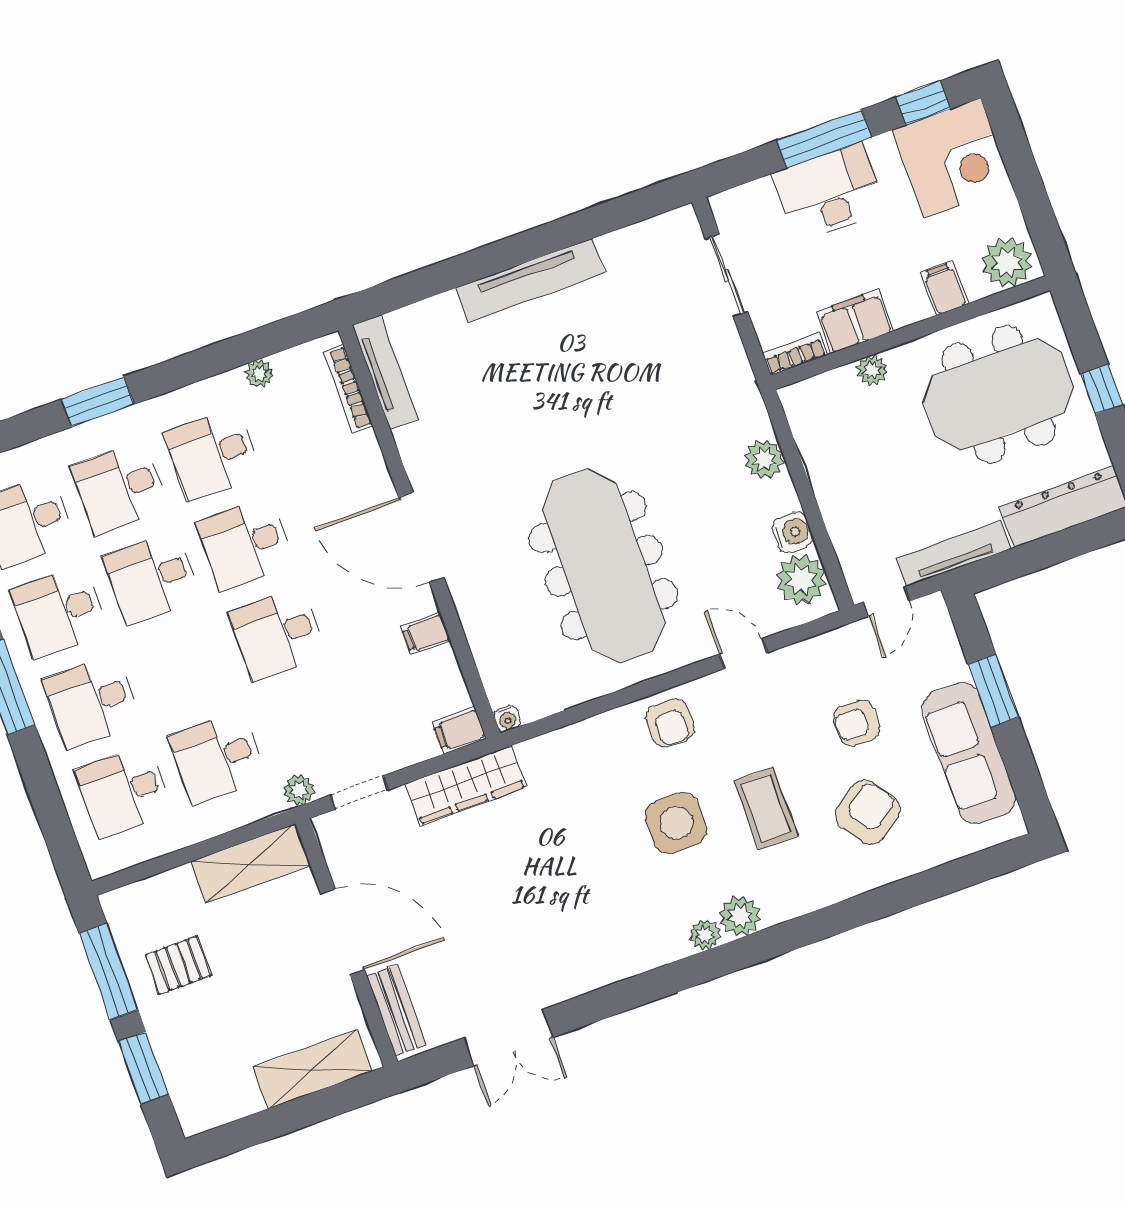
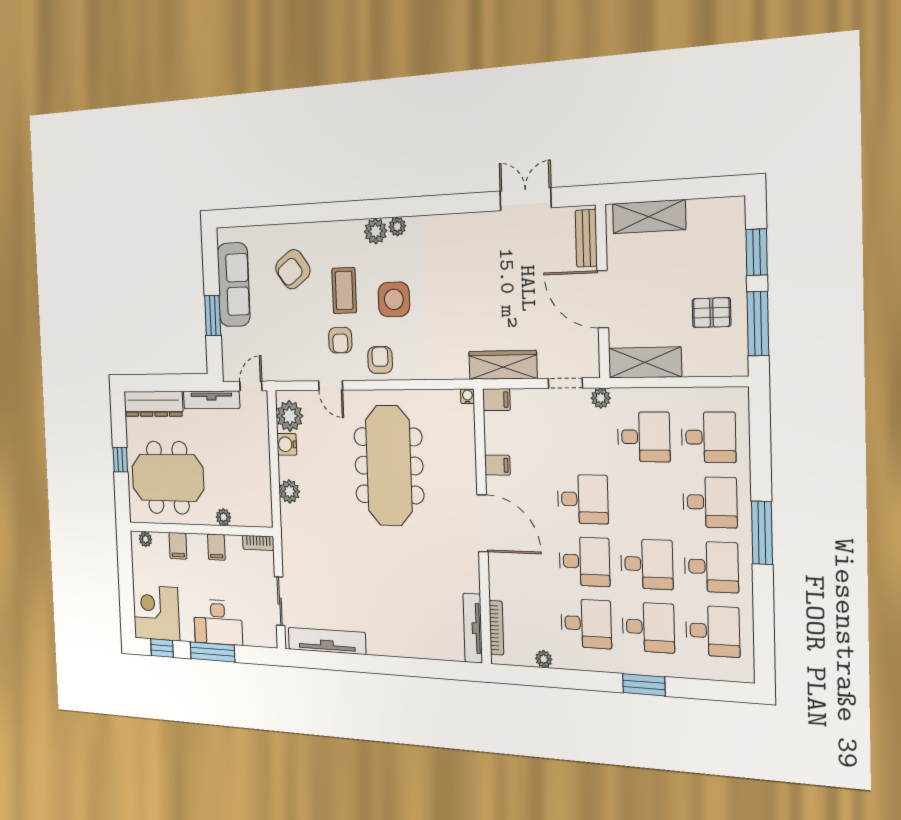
plant: (1007, 263) -> (145, 539), width x0.53, depth x0.53
tv unit: (530, 280) -> (327, 641), moved
filing cabinet: (855, 321) -> (216, 547), width x0.50
armchair: (857, 723) -> (340, 340), moved, turned 90

